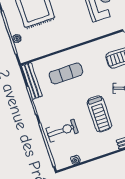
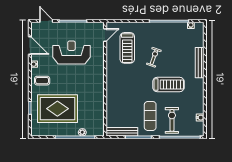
exercise mat: (66, 73) -> (150, 116), moved

